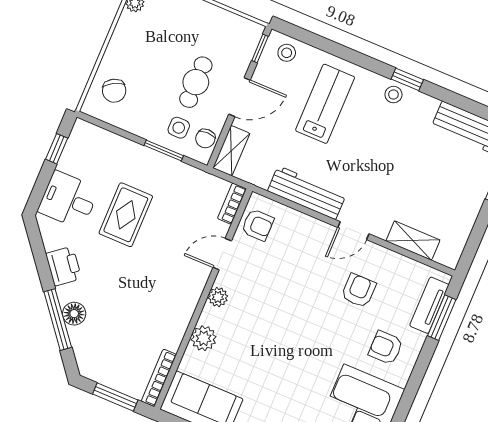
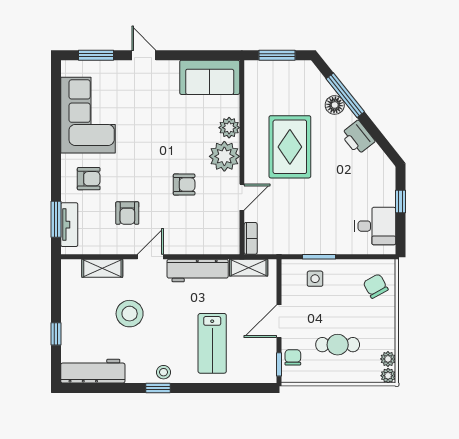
stool: (287, 53) -> (130, 314), moved, width x1.89, depth x1.89
cafe table: (196, 82) -> (338, 345), moved, turned 90
chair: (205, 138) -> (293, 357), moved
window: (57, 149) -> (400, 201), moved
shelving: (231, 151) -> (249, 268), moved, turned 90
desk: (68, 200) -> (375, 226), moved
rug: (126, 215) -> (290, 147), moved, width x1.36, depth x1.43
armchair: (258, 225) -> (184, 185), moved, turned 180
plant: (218, 297) -> (224, 156), width x1.88, depth x1.88
bookcase: (159, 378) -> (250, 83), removed

